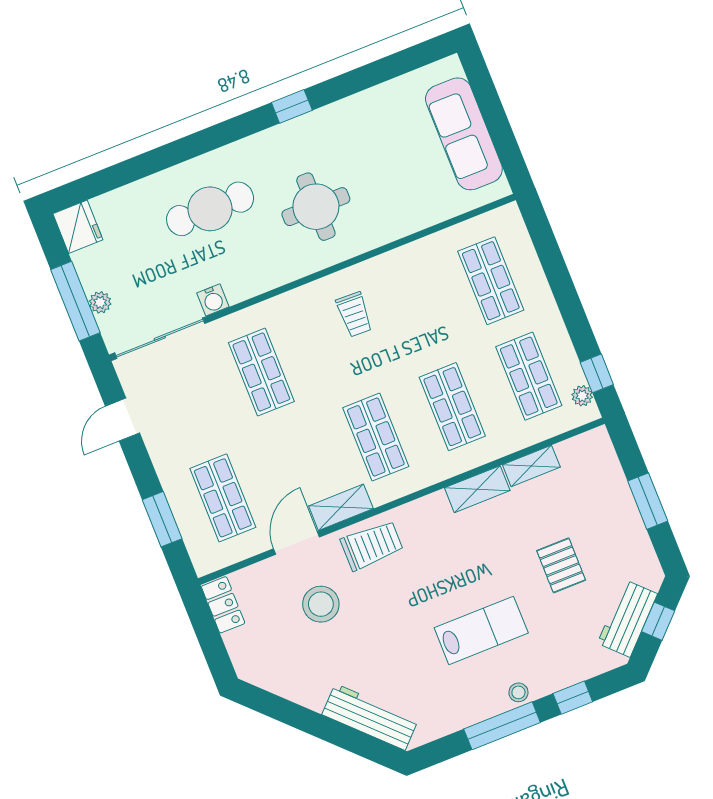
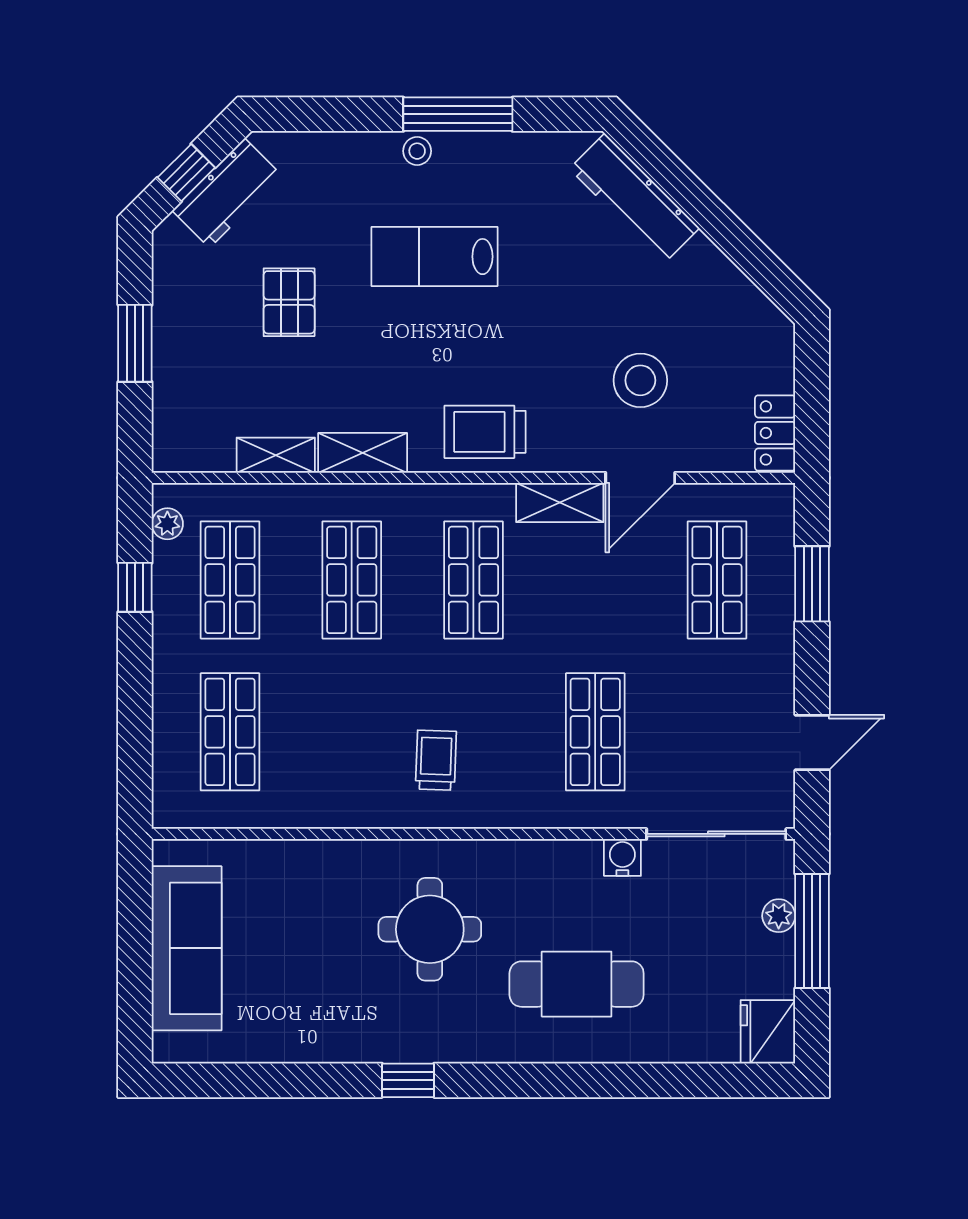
window: (597, 373) -> (135, 587), moved
trolley: (372, 545) -> (485, 432), moved
window: (573, 698) -> (345, 114), removed

